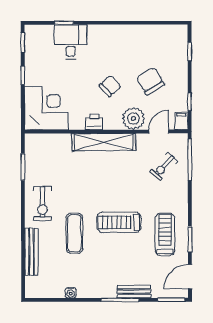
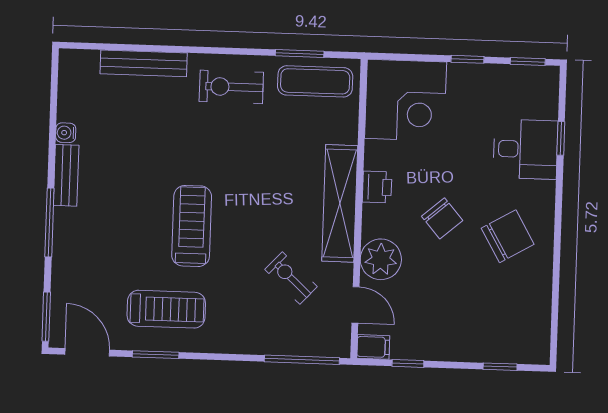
chair: (150, 81) -> (508, 236), moved
exercise bike: (164, 166) -> (291, 278), moved
exercise mat: (74, 233) -> (315, 81), moved
bench: (134, 292) -> (66, 175), moved

